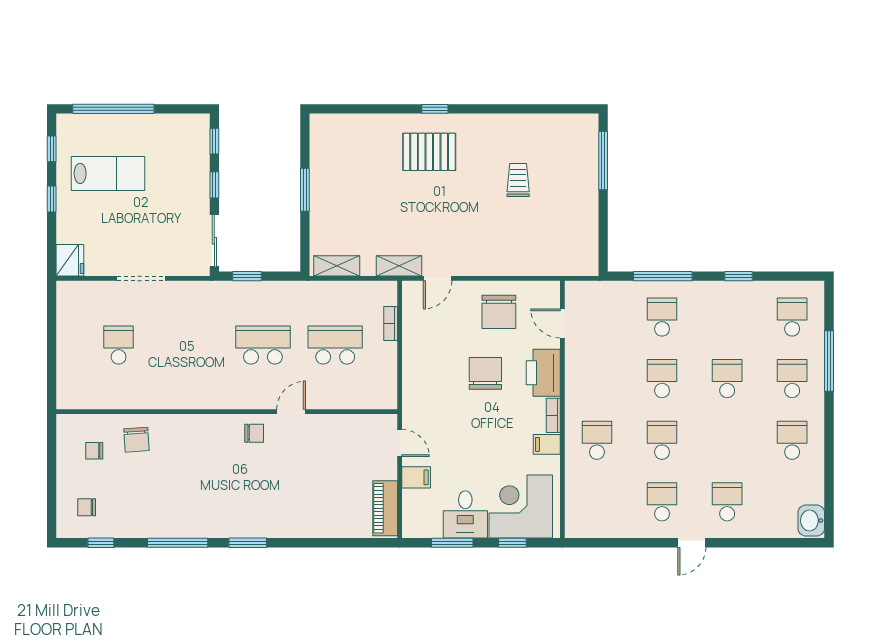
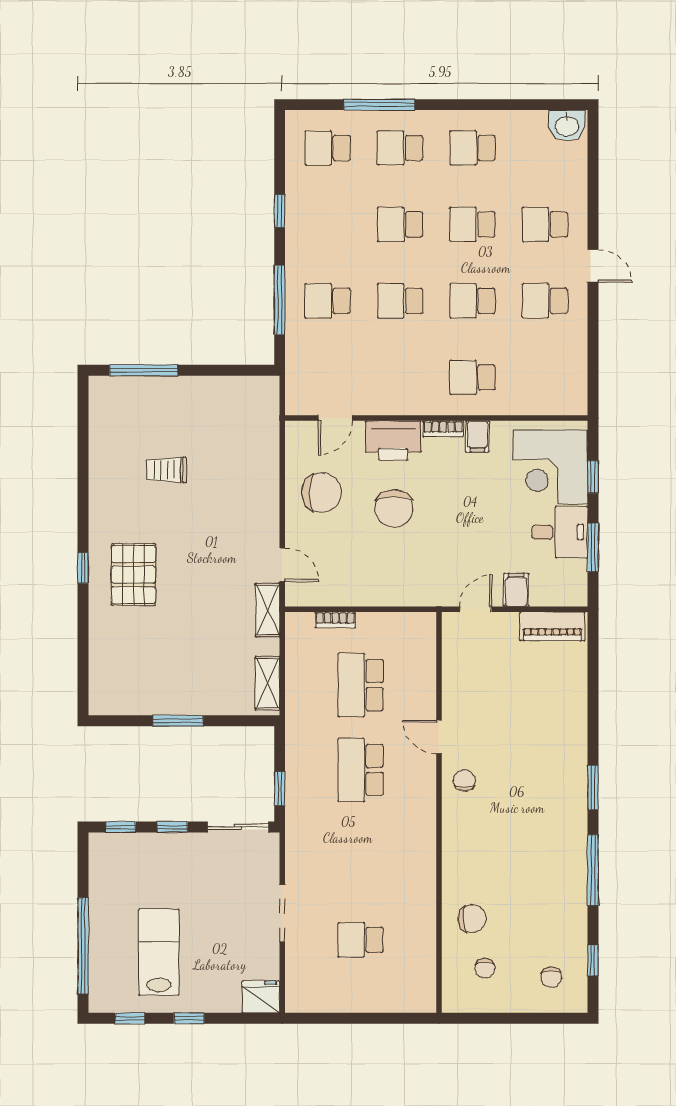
chair: (485, 373) -> (394, 508), turned -90
school desk: (727, 440) -> (472, 224), added

